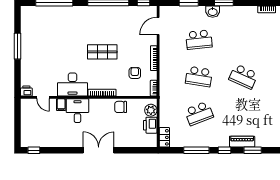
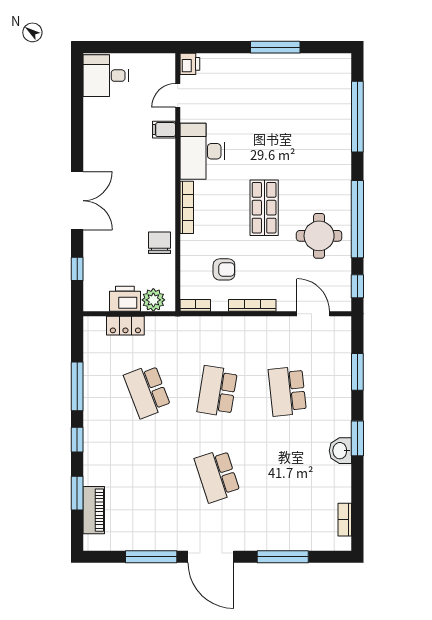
washbasin: (213, 12) -> (340, 451), moved
round table: (117, 23) -> (319, 236), added
school desk: (243, 77) -> (217, 476), turned -42
desk: (77, 111) -> (106, 76), moved, turned 180
locker: (164, 137) -> (125, 326), moved
piano: (242, 142) -> (94, 510), moved
window: (34, 150) -> (77, 269), moved

